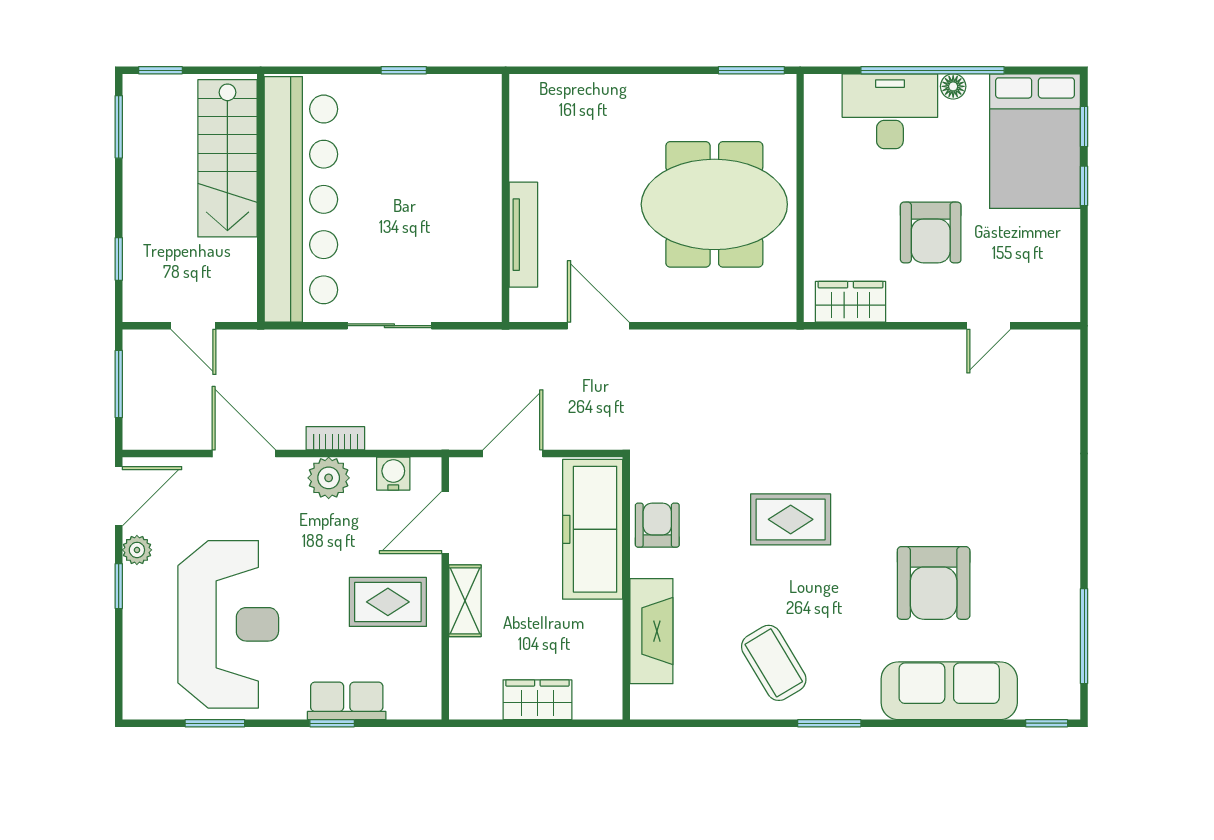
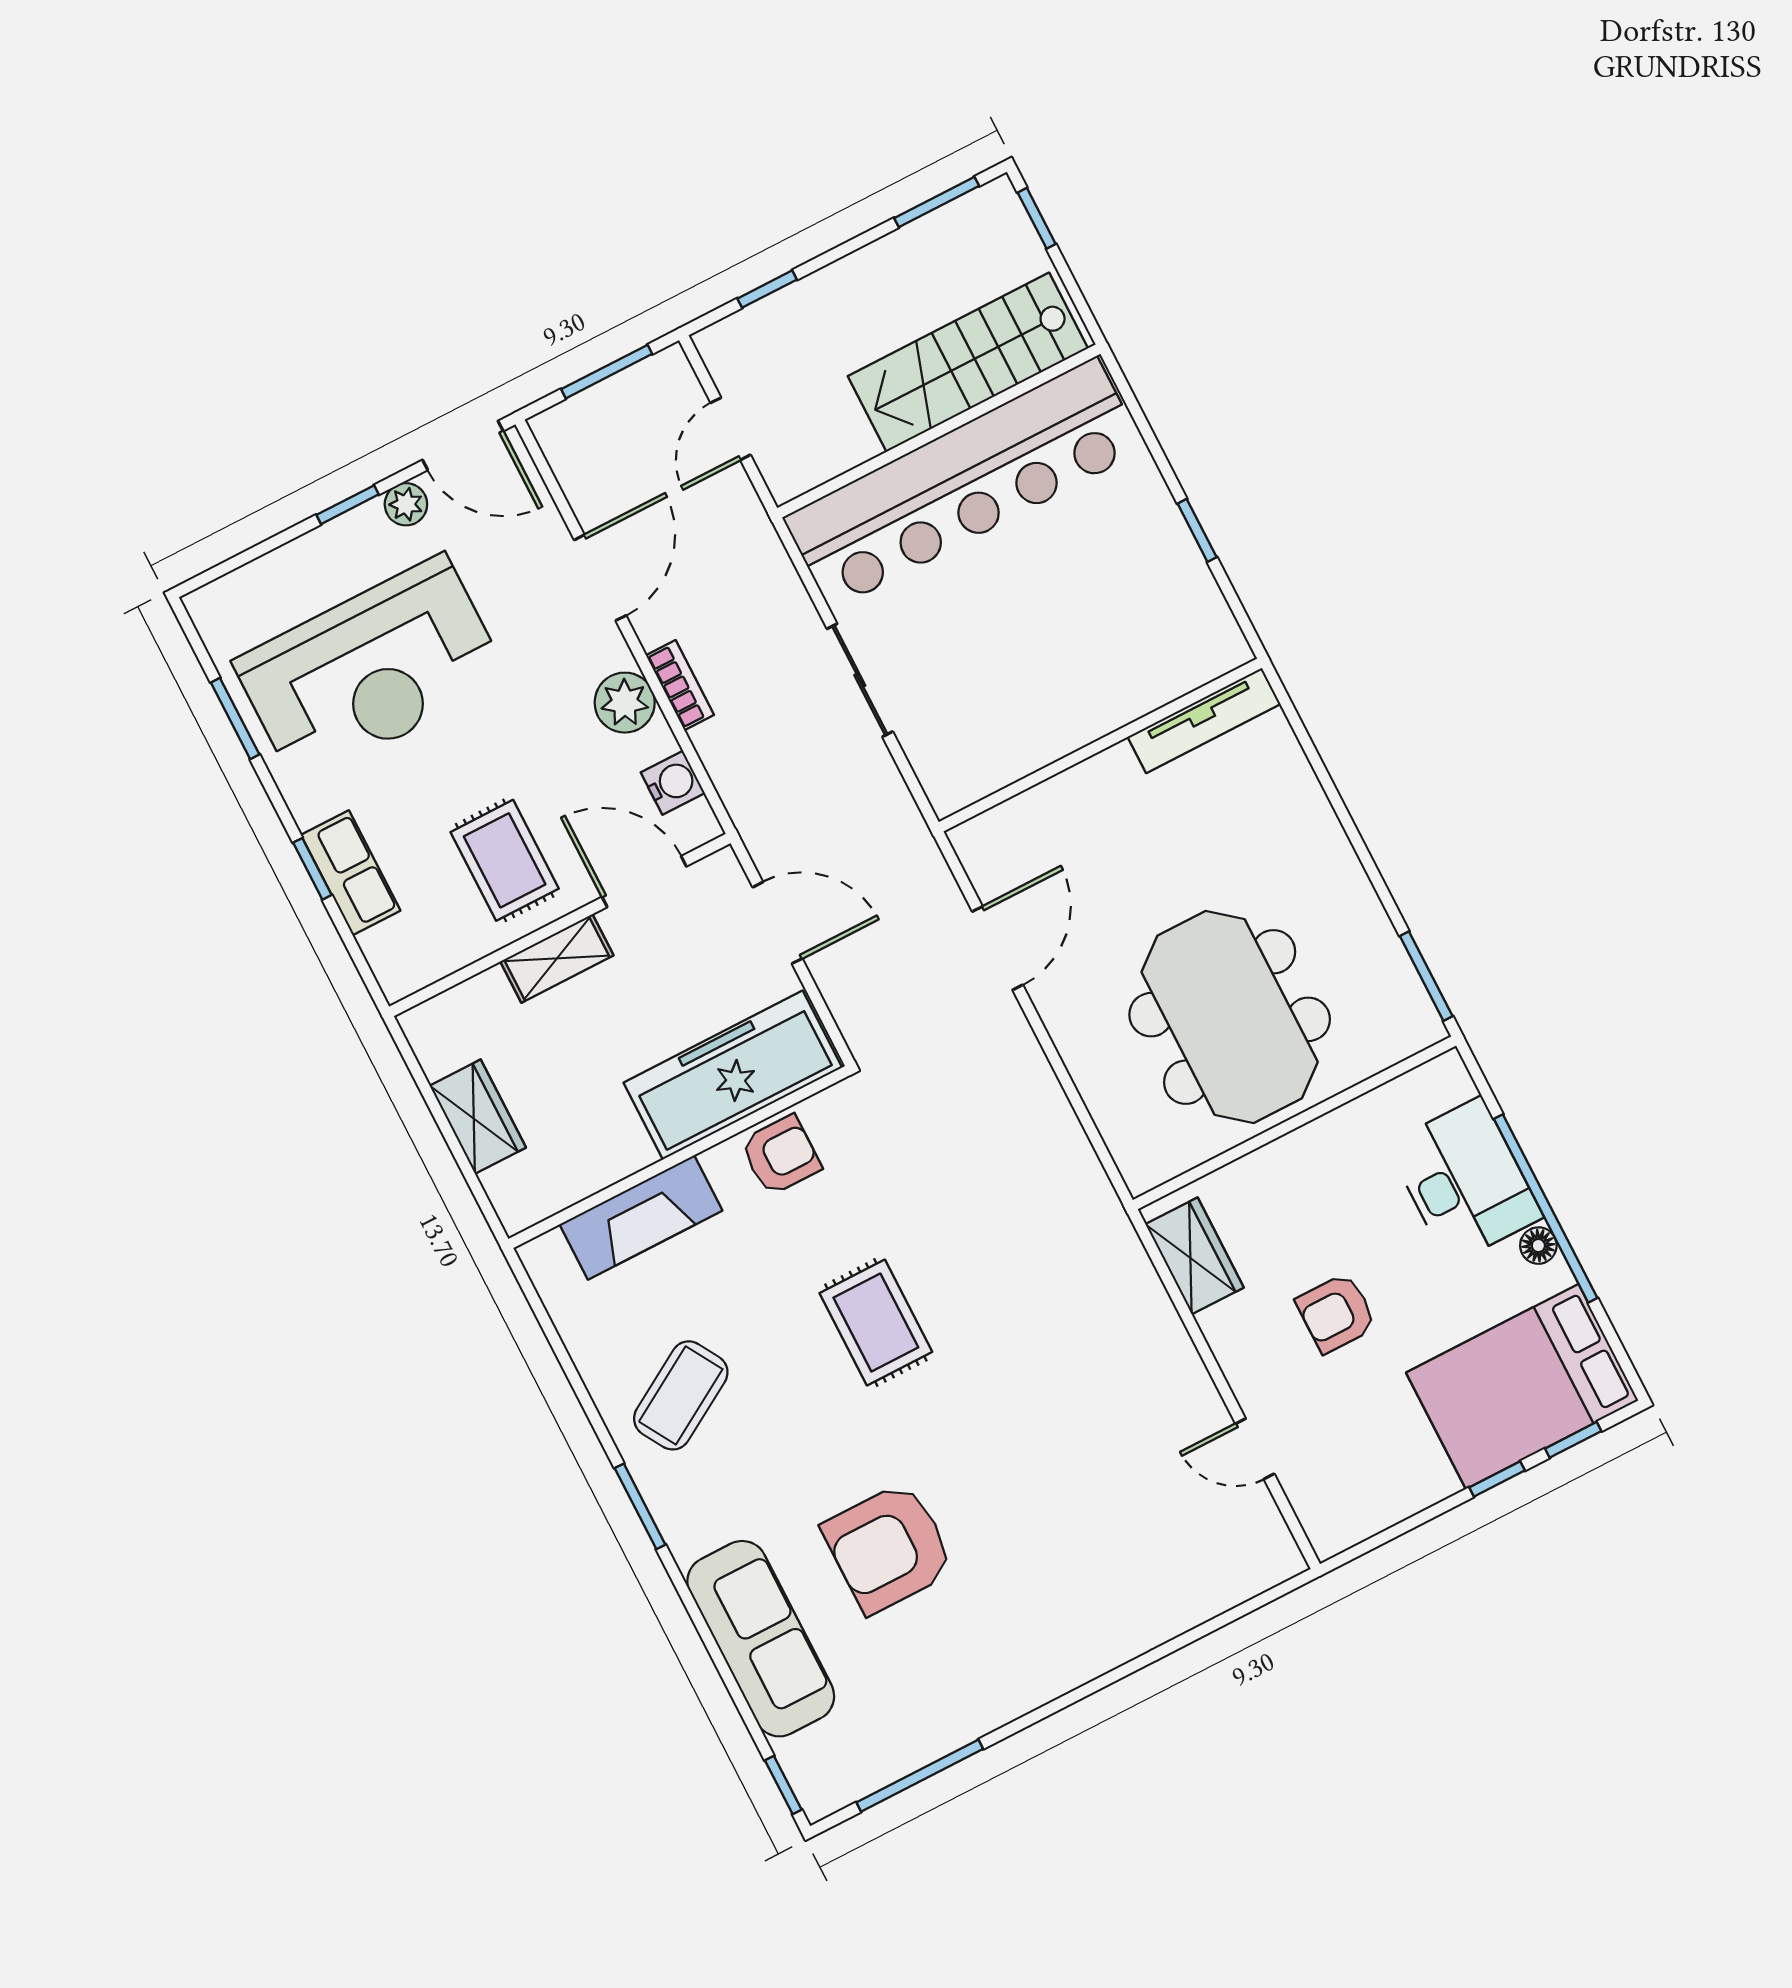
armchair: (931, 232) -> (1336, 1313), width x0.72, depth x0.72
tv unit: (523, 235) -> (1204, 720), moved

